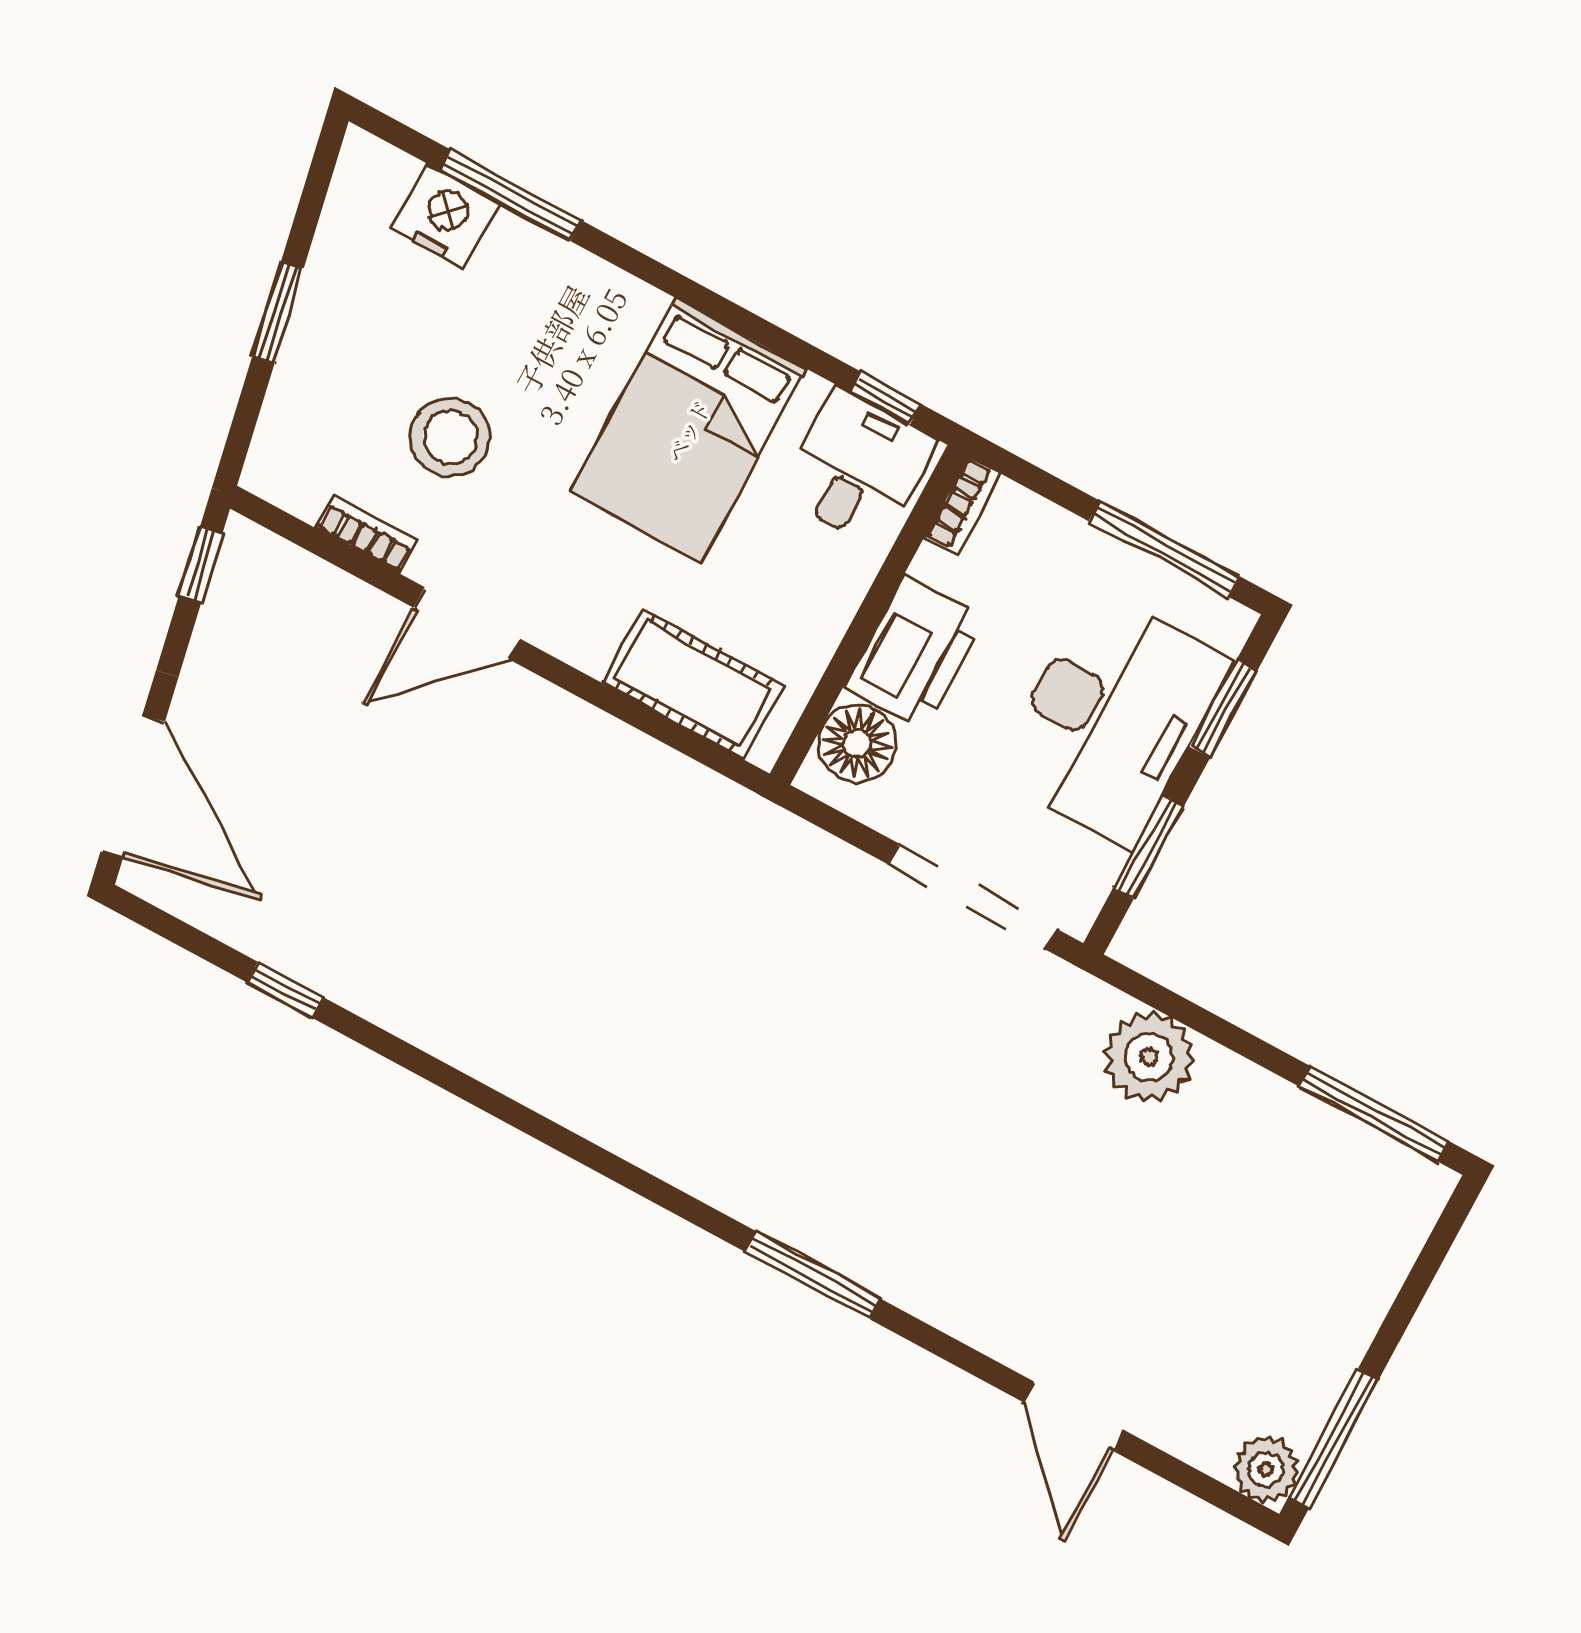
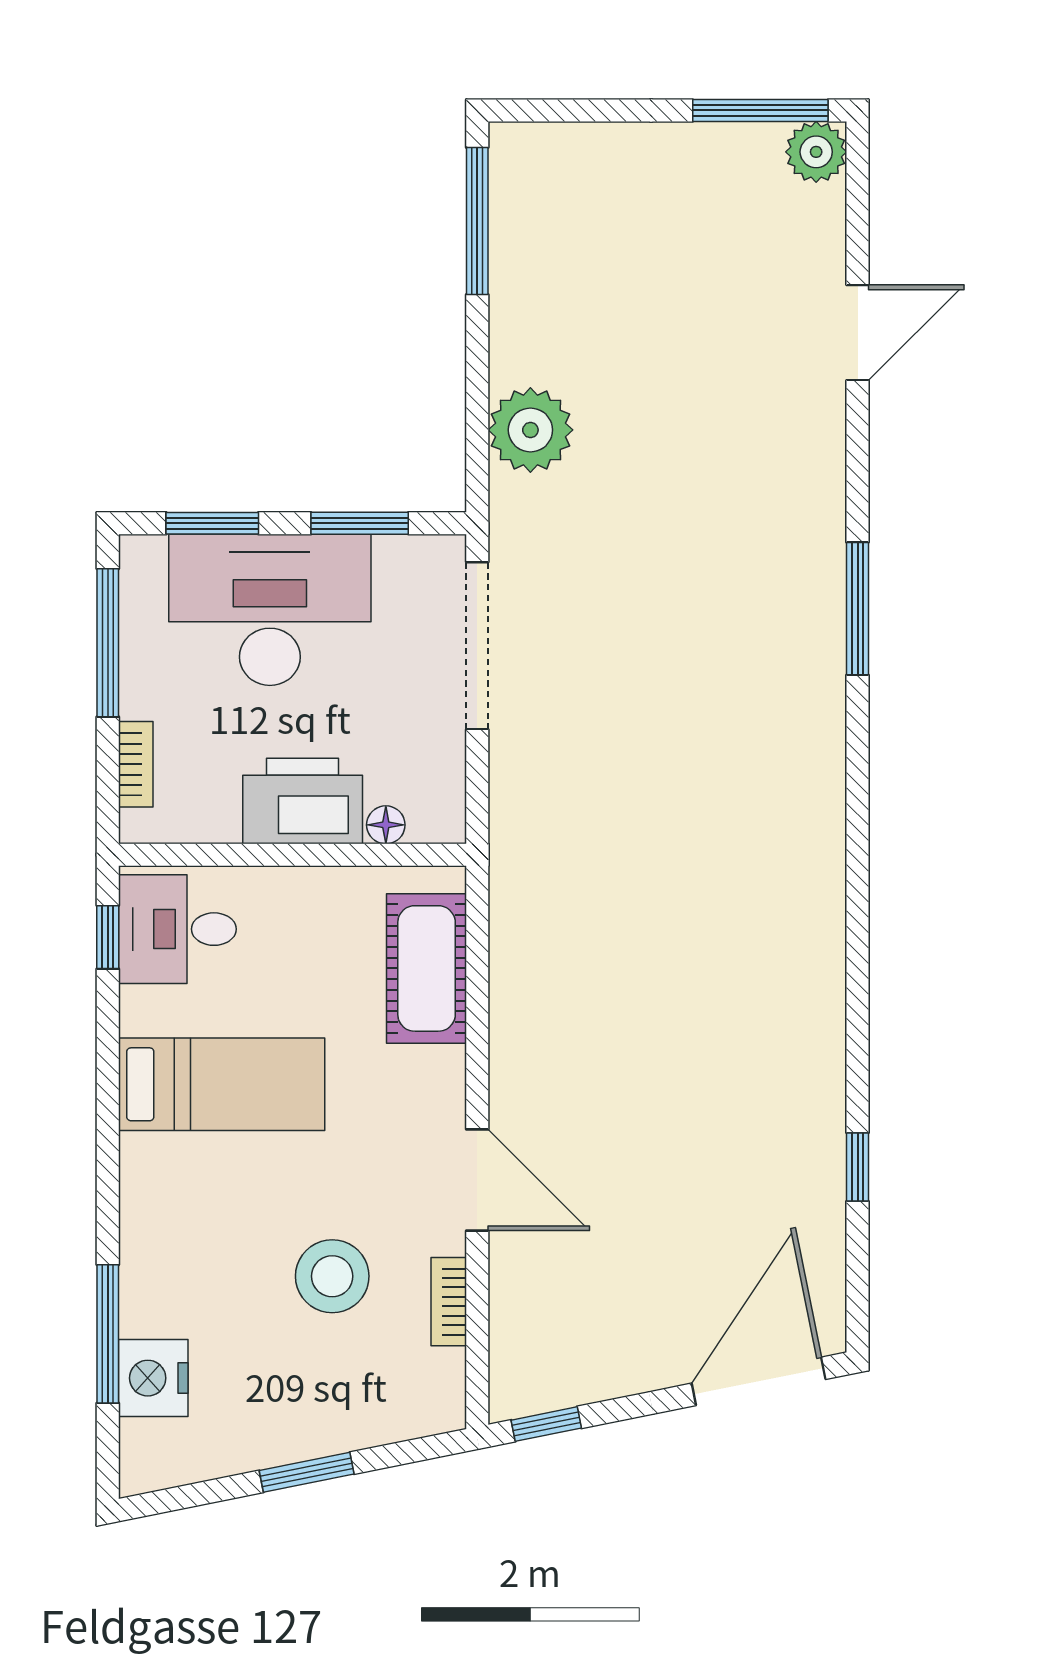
bed: (688, 431) -> (222, 1084), width x0.67
bookcase: (962, 505) -> (136, 764), moved, turned 90
floor lamp: (857, 743) -> (386, 825), width x0.53, depth x0.53

